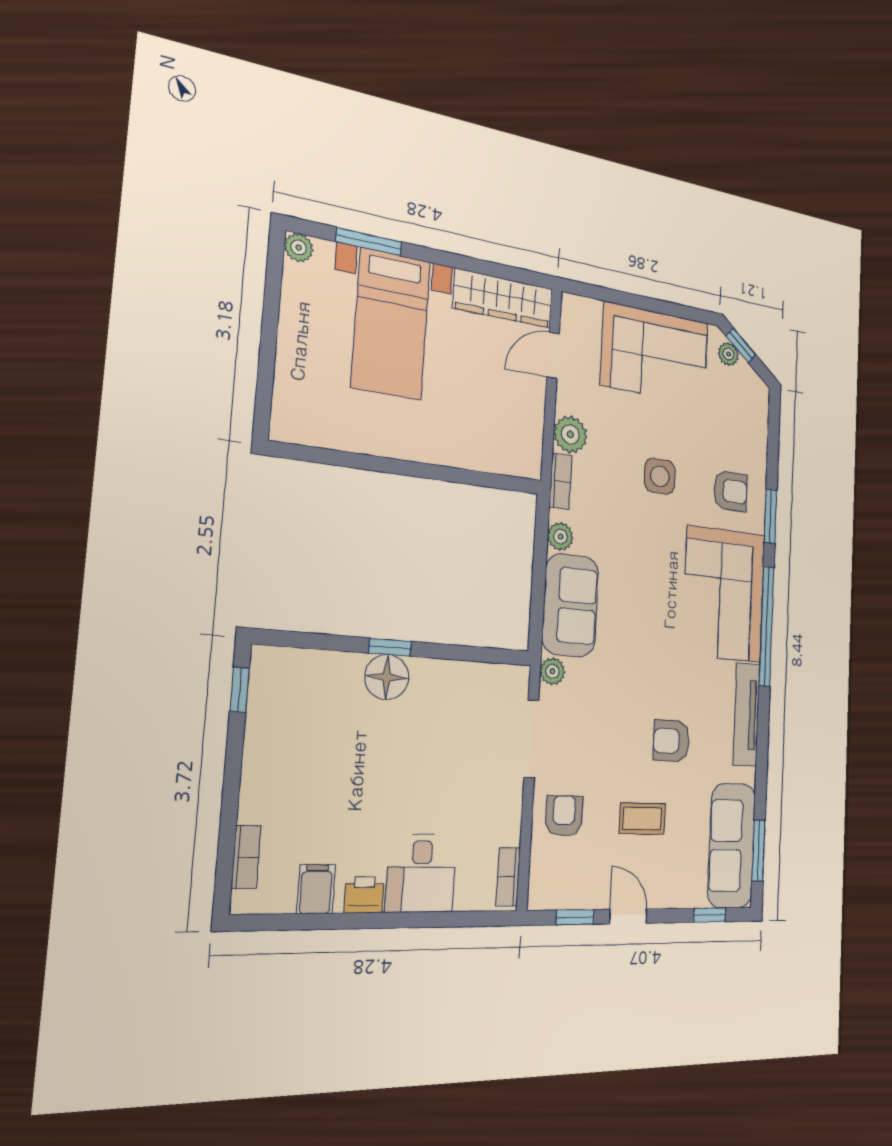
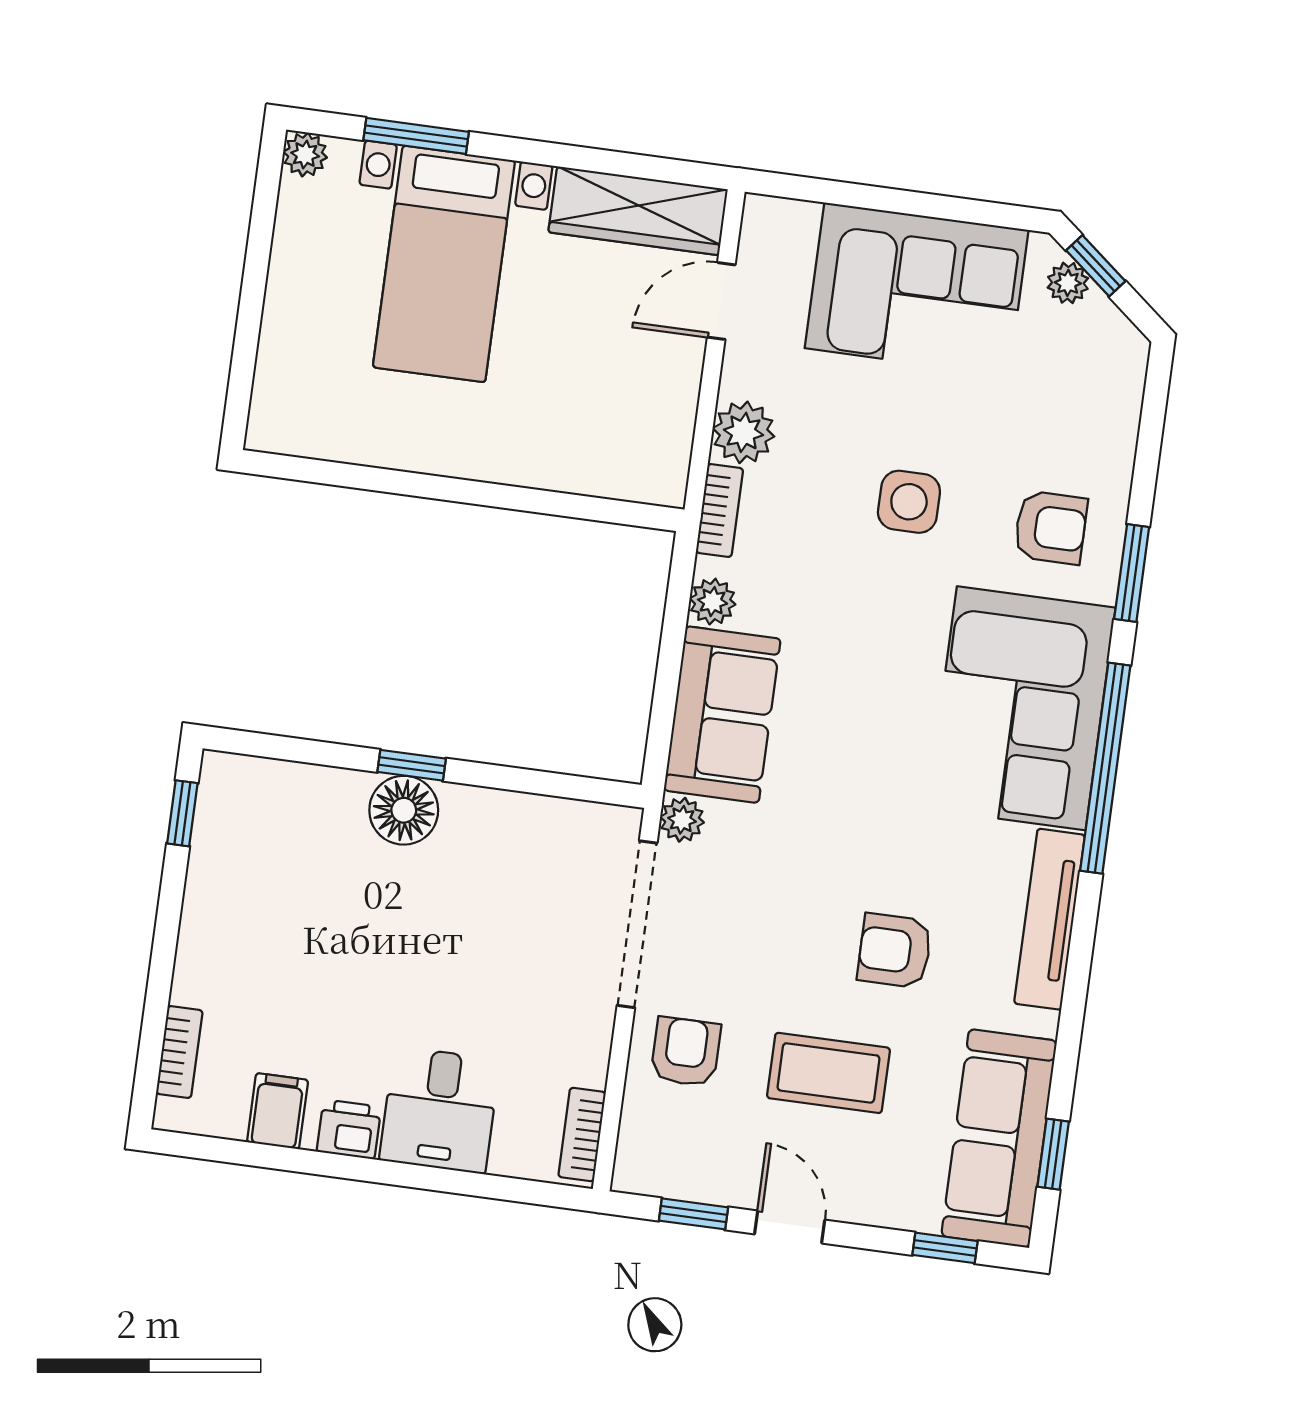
doorway: (531, 739) -> (637, 924), width x1.36
coffee table: (642, 819) -> (828, 1073), width x1.36, depth x1.30
window: (759, 851) -> (1053, 1154), width x0.67

